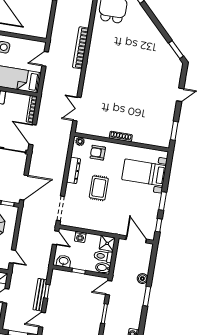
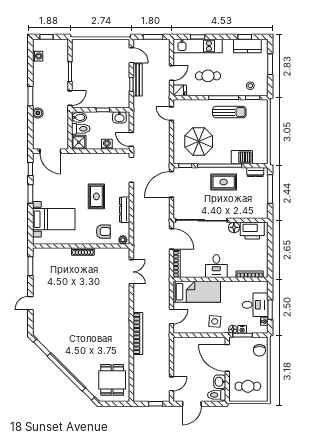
door: (42, 320) -> (131, 55), hinge flipped

